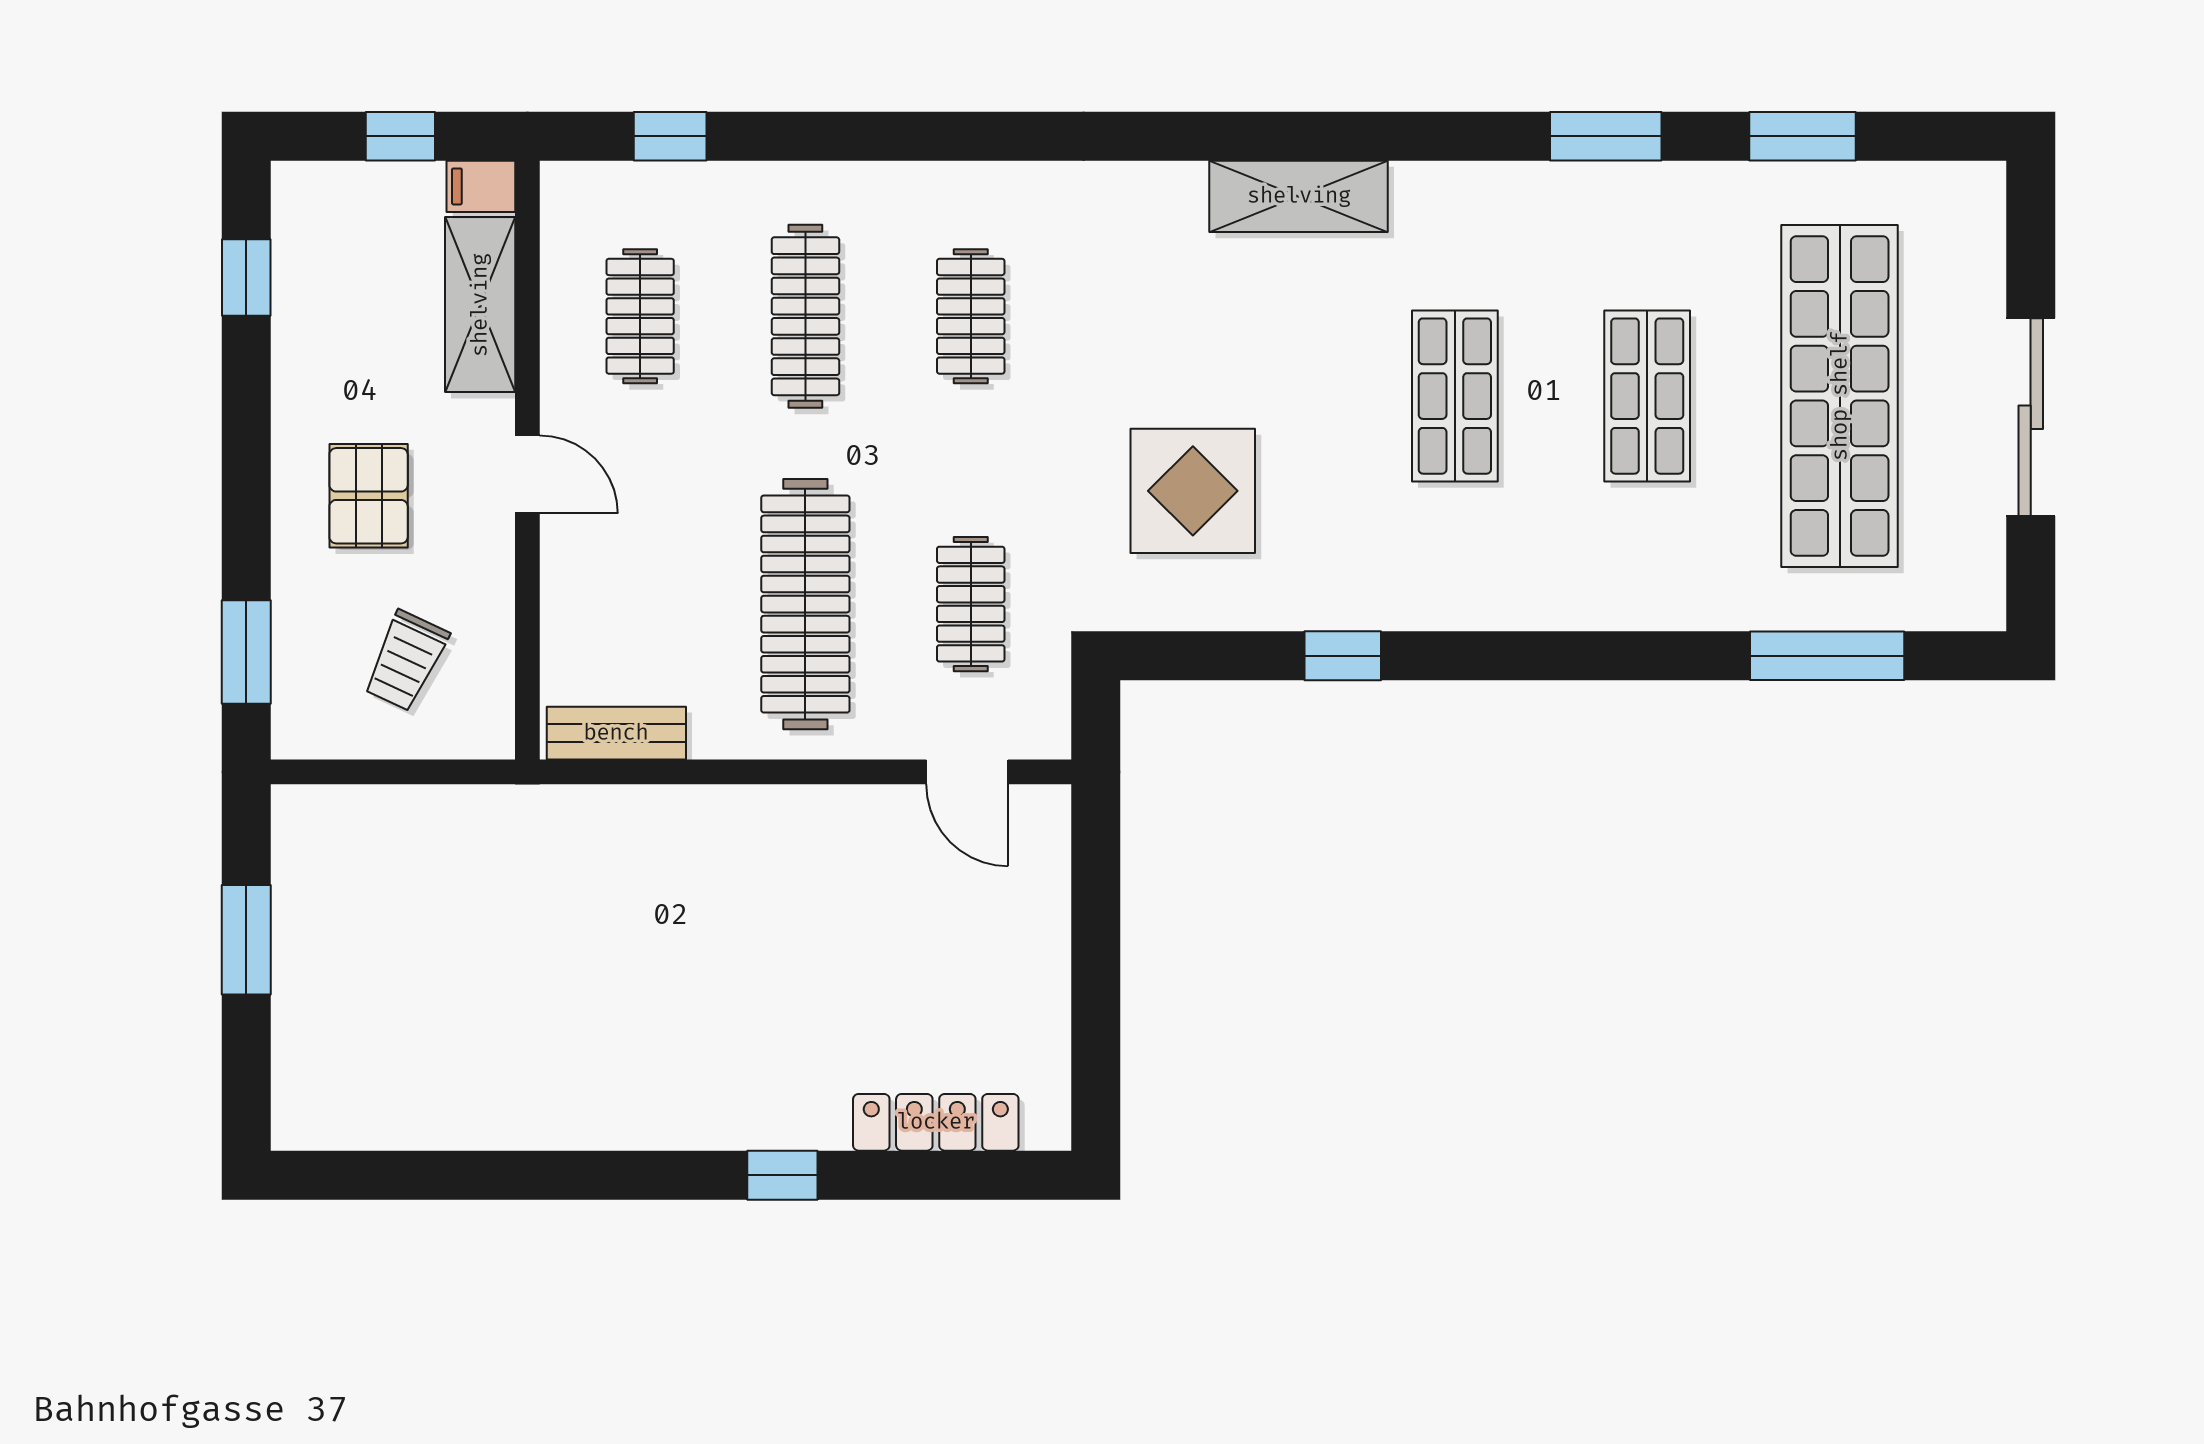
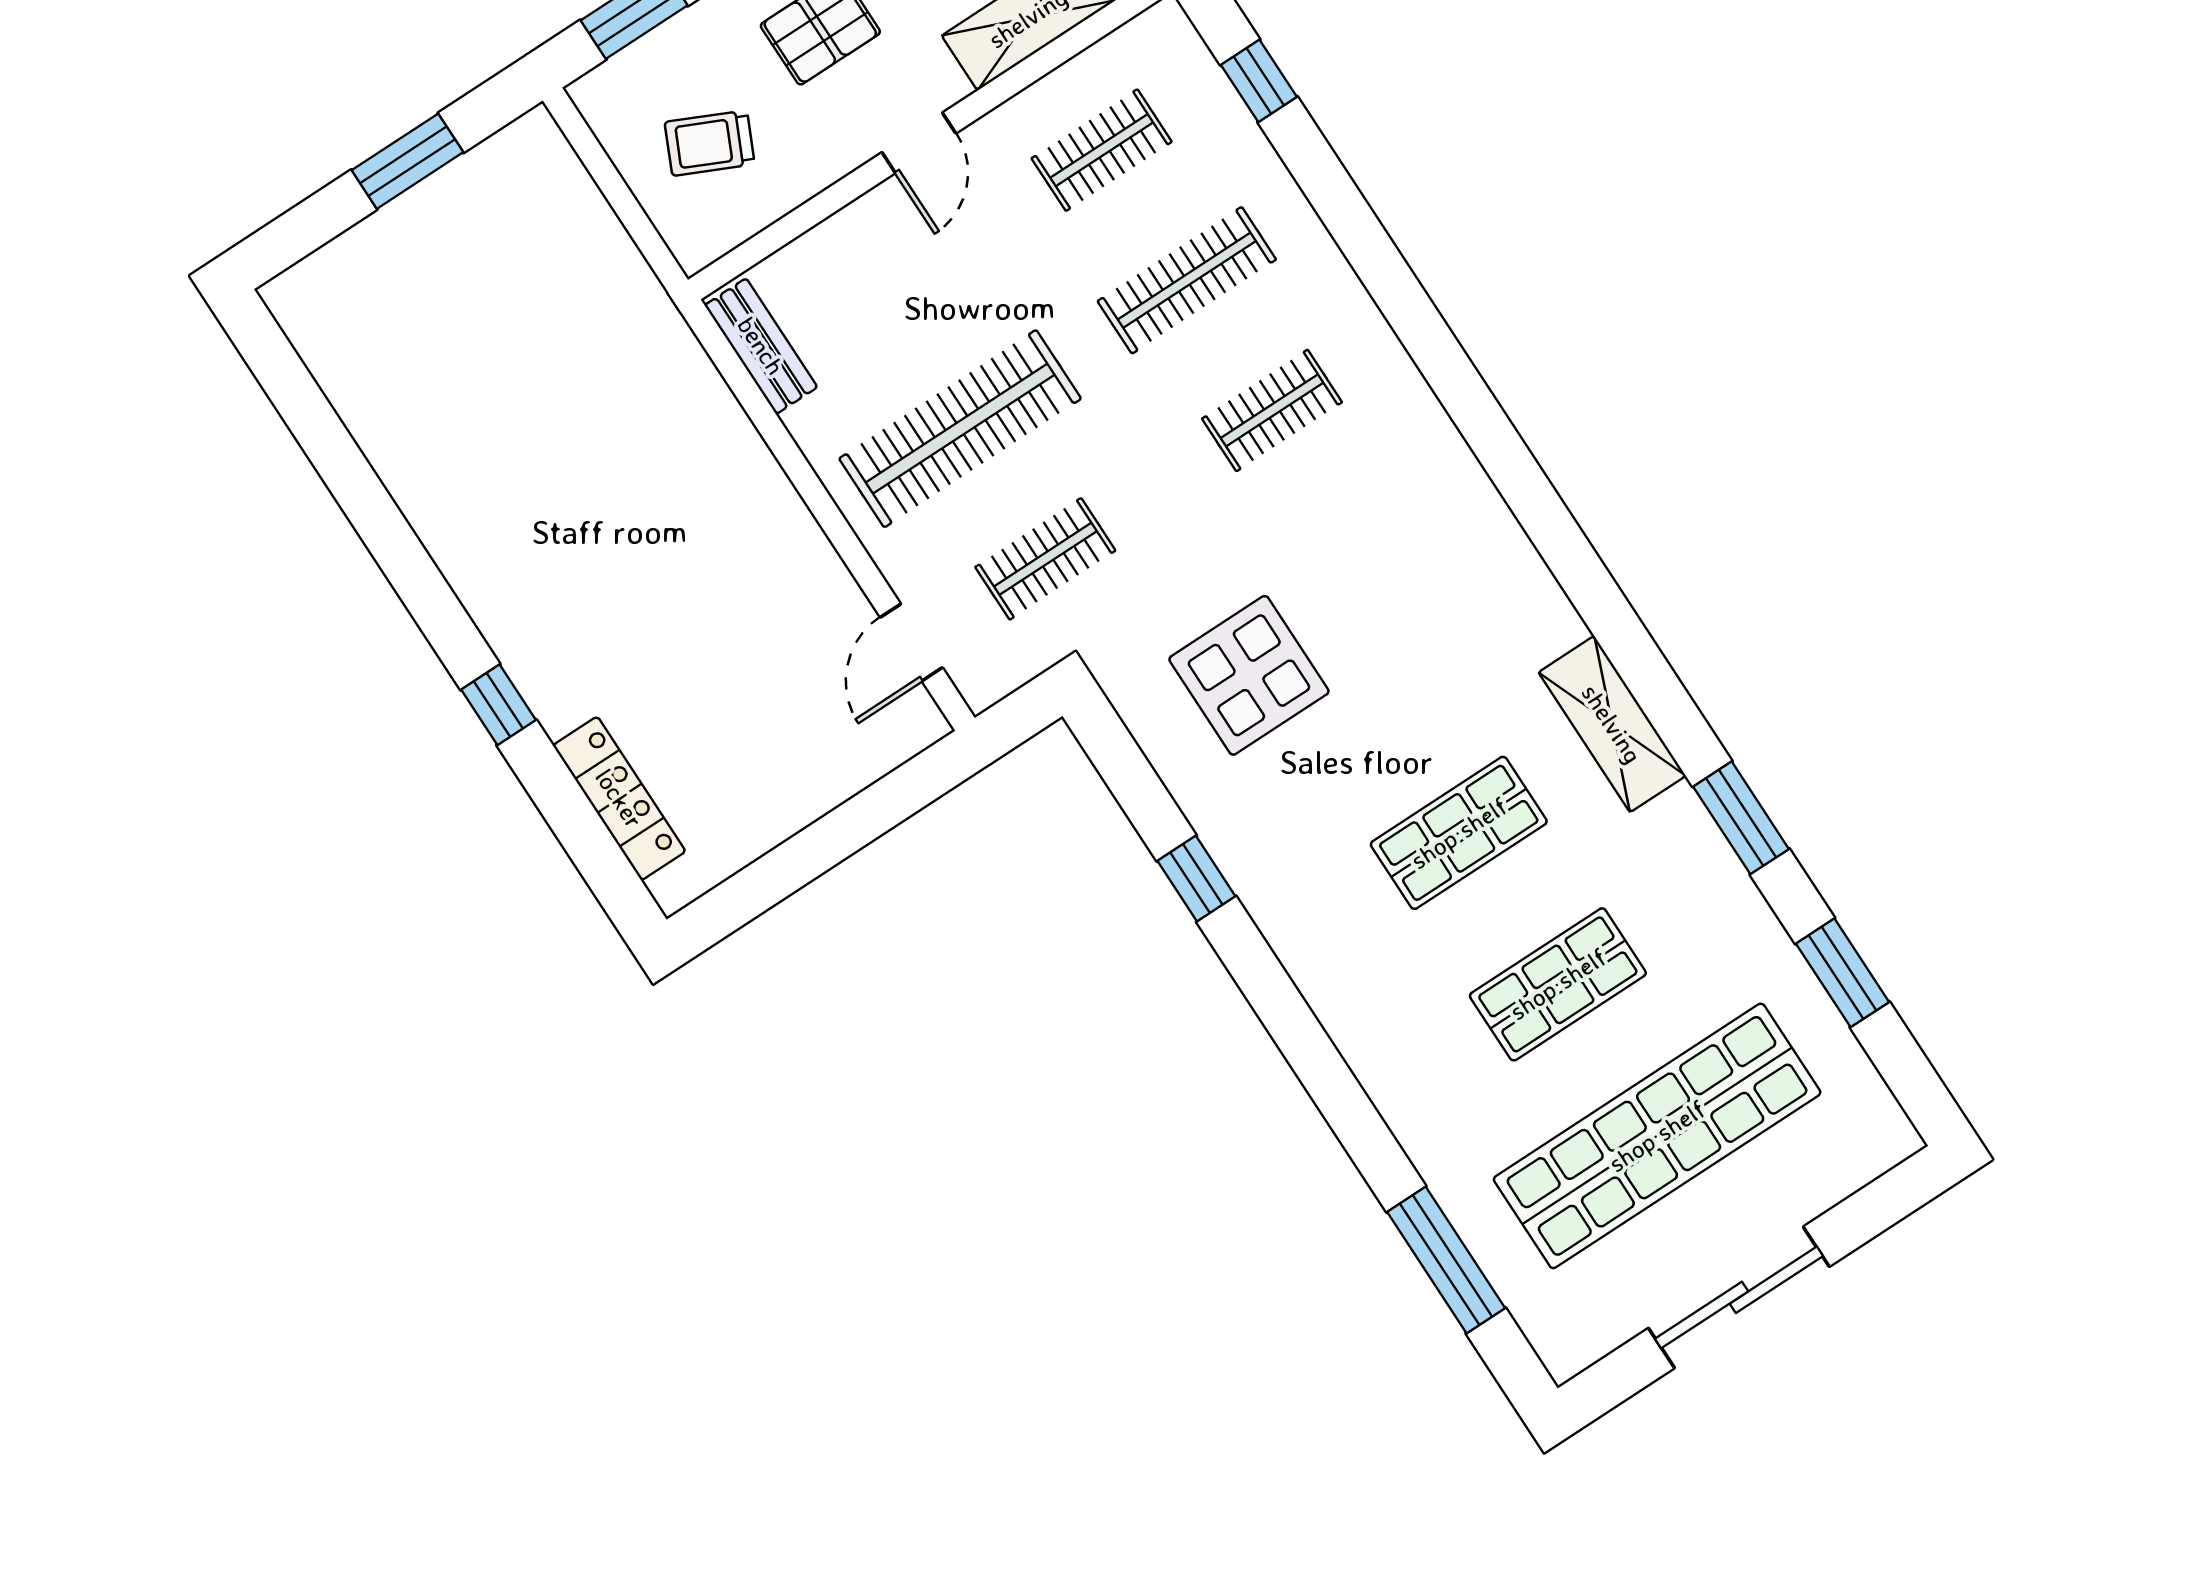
shelving: (1299, 196) -> (1612, 724), moved

